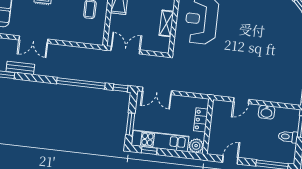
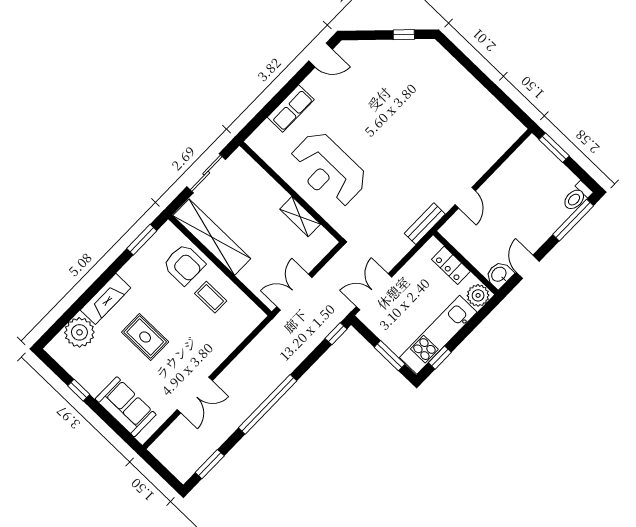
bench: (20, 68) -> (425, 224), moved
window: (81, 83) -> (268, 404), moved
double door: (157, 91) -> (374, 292), swing flipped
washbasin: (267, 112) -> (499, 275), moved, turned 180
toilet: (288, 137) -> (577, 197), moved

